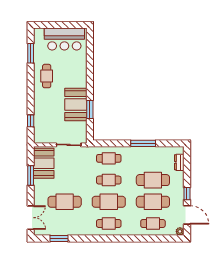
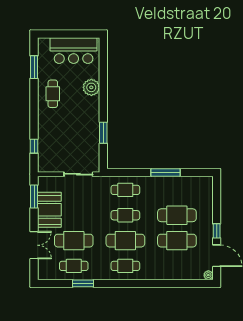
plant: (80, 71) -> (91, 87), added
booth: (76, 104) -> (87, 127), removed
dresser: (179, 162) -> (208, 195), removed
booth: (44, 163) -> (49, 210), moved
window: (31, 175) -> (34, 197), moved
double door: (31, 218) -> (34, 245), moved
cafe table: (153, 223) -> (74, 266), moved
window: (59, 238) -> (83, 283), moved

